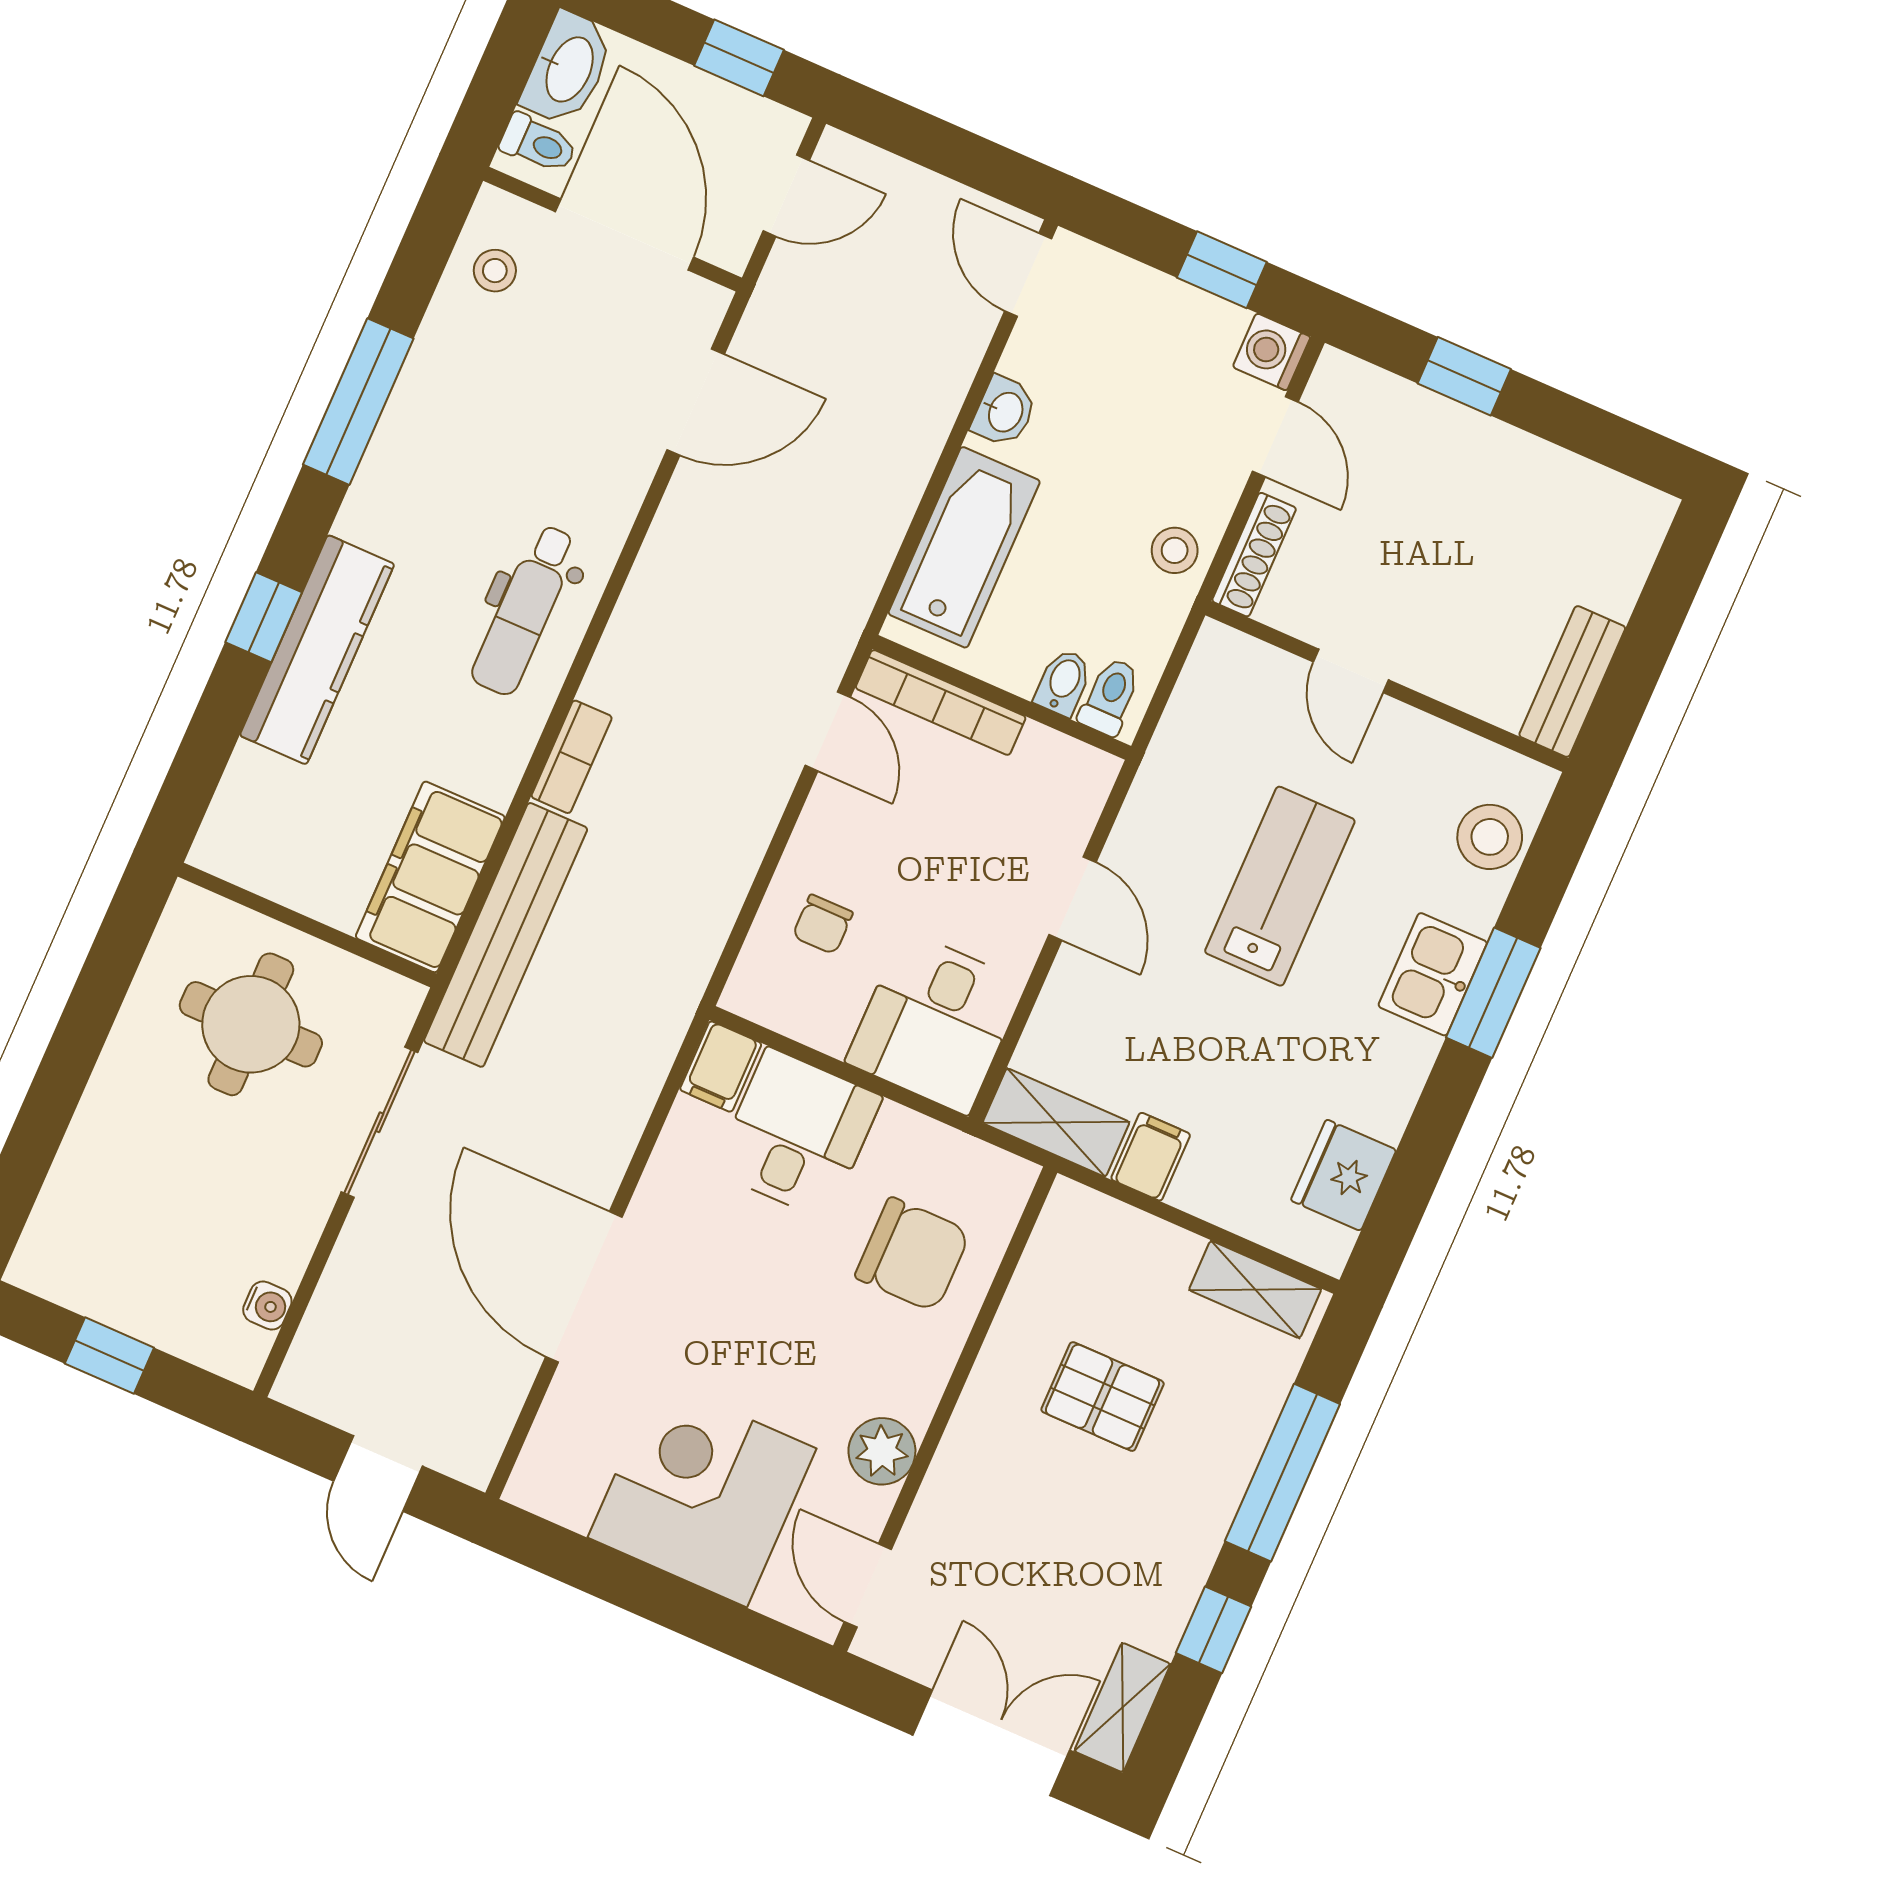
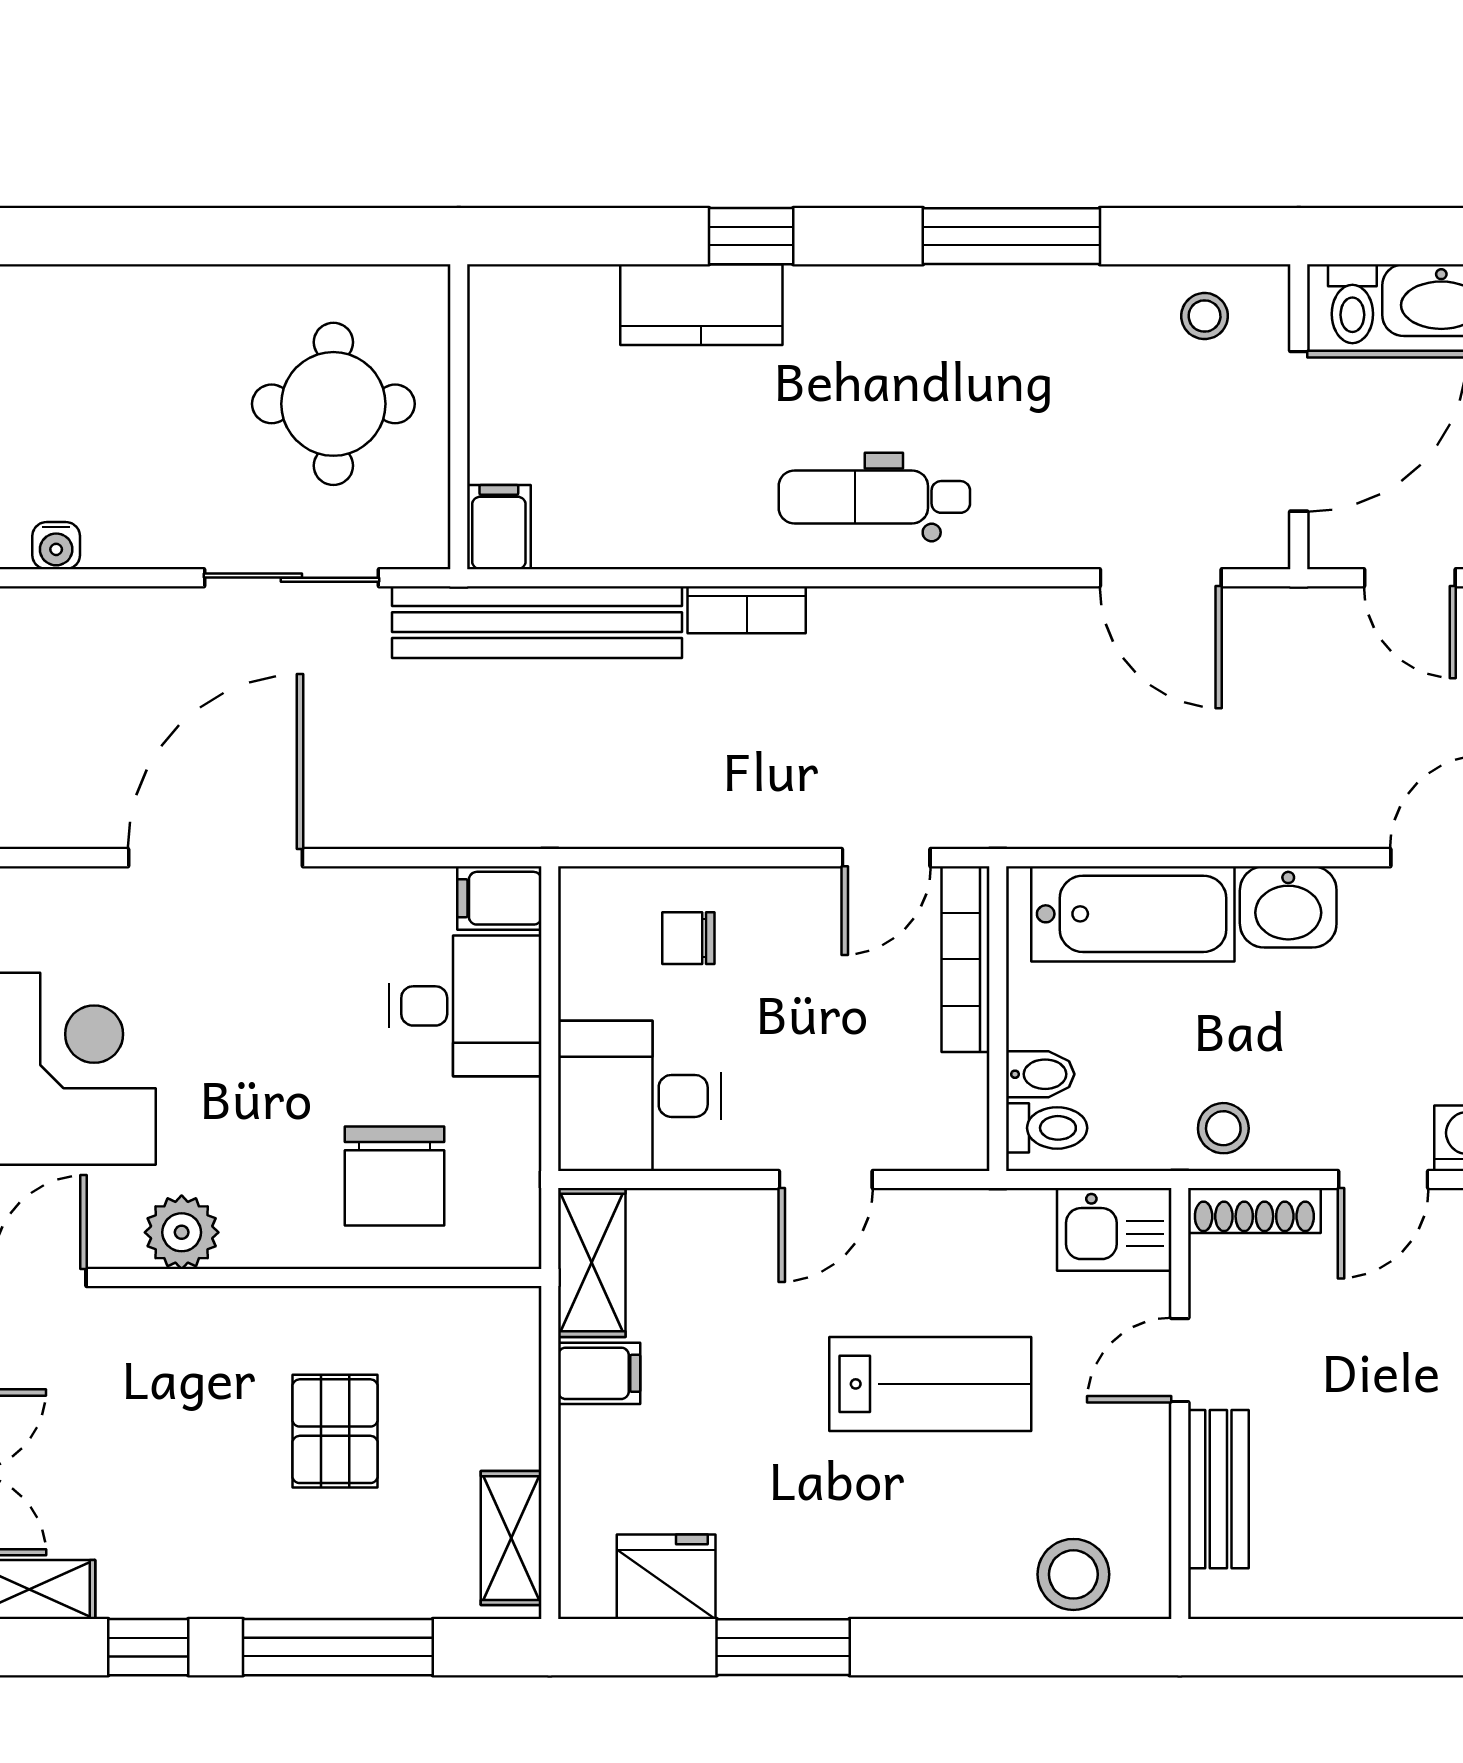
washbasin: (1004, 412) -> (1288, 907), width x1.38, depth x1.45
kitchen counter: (317, 650) -> (701, 305), width x0.67
bench: (1572, 681) -> (1218, 1489), moved, turned 90
filing cabinet: (430, 877) -> (499, 527), width x0.33, depth x0.86
kitchen sink: (1433, 974) -> (1114, 1229), moved, turned 180
window: (1493, 993) -> (783, 1647), moved

